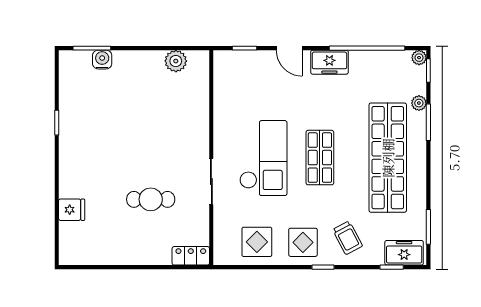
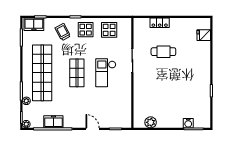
freezer: (329, 62) -> (53, 122), moved
checkout: (263, 158) -> (106, 73), width x0.73, depth x0.83
fridge: (72, 210) -> (204, 35), moved
locker: (191, 256) -> (160, 23), moved

